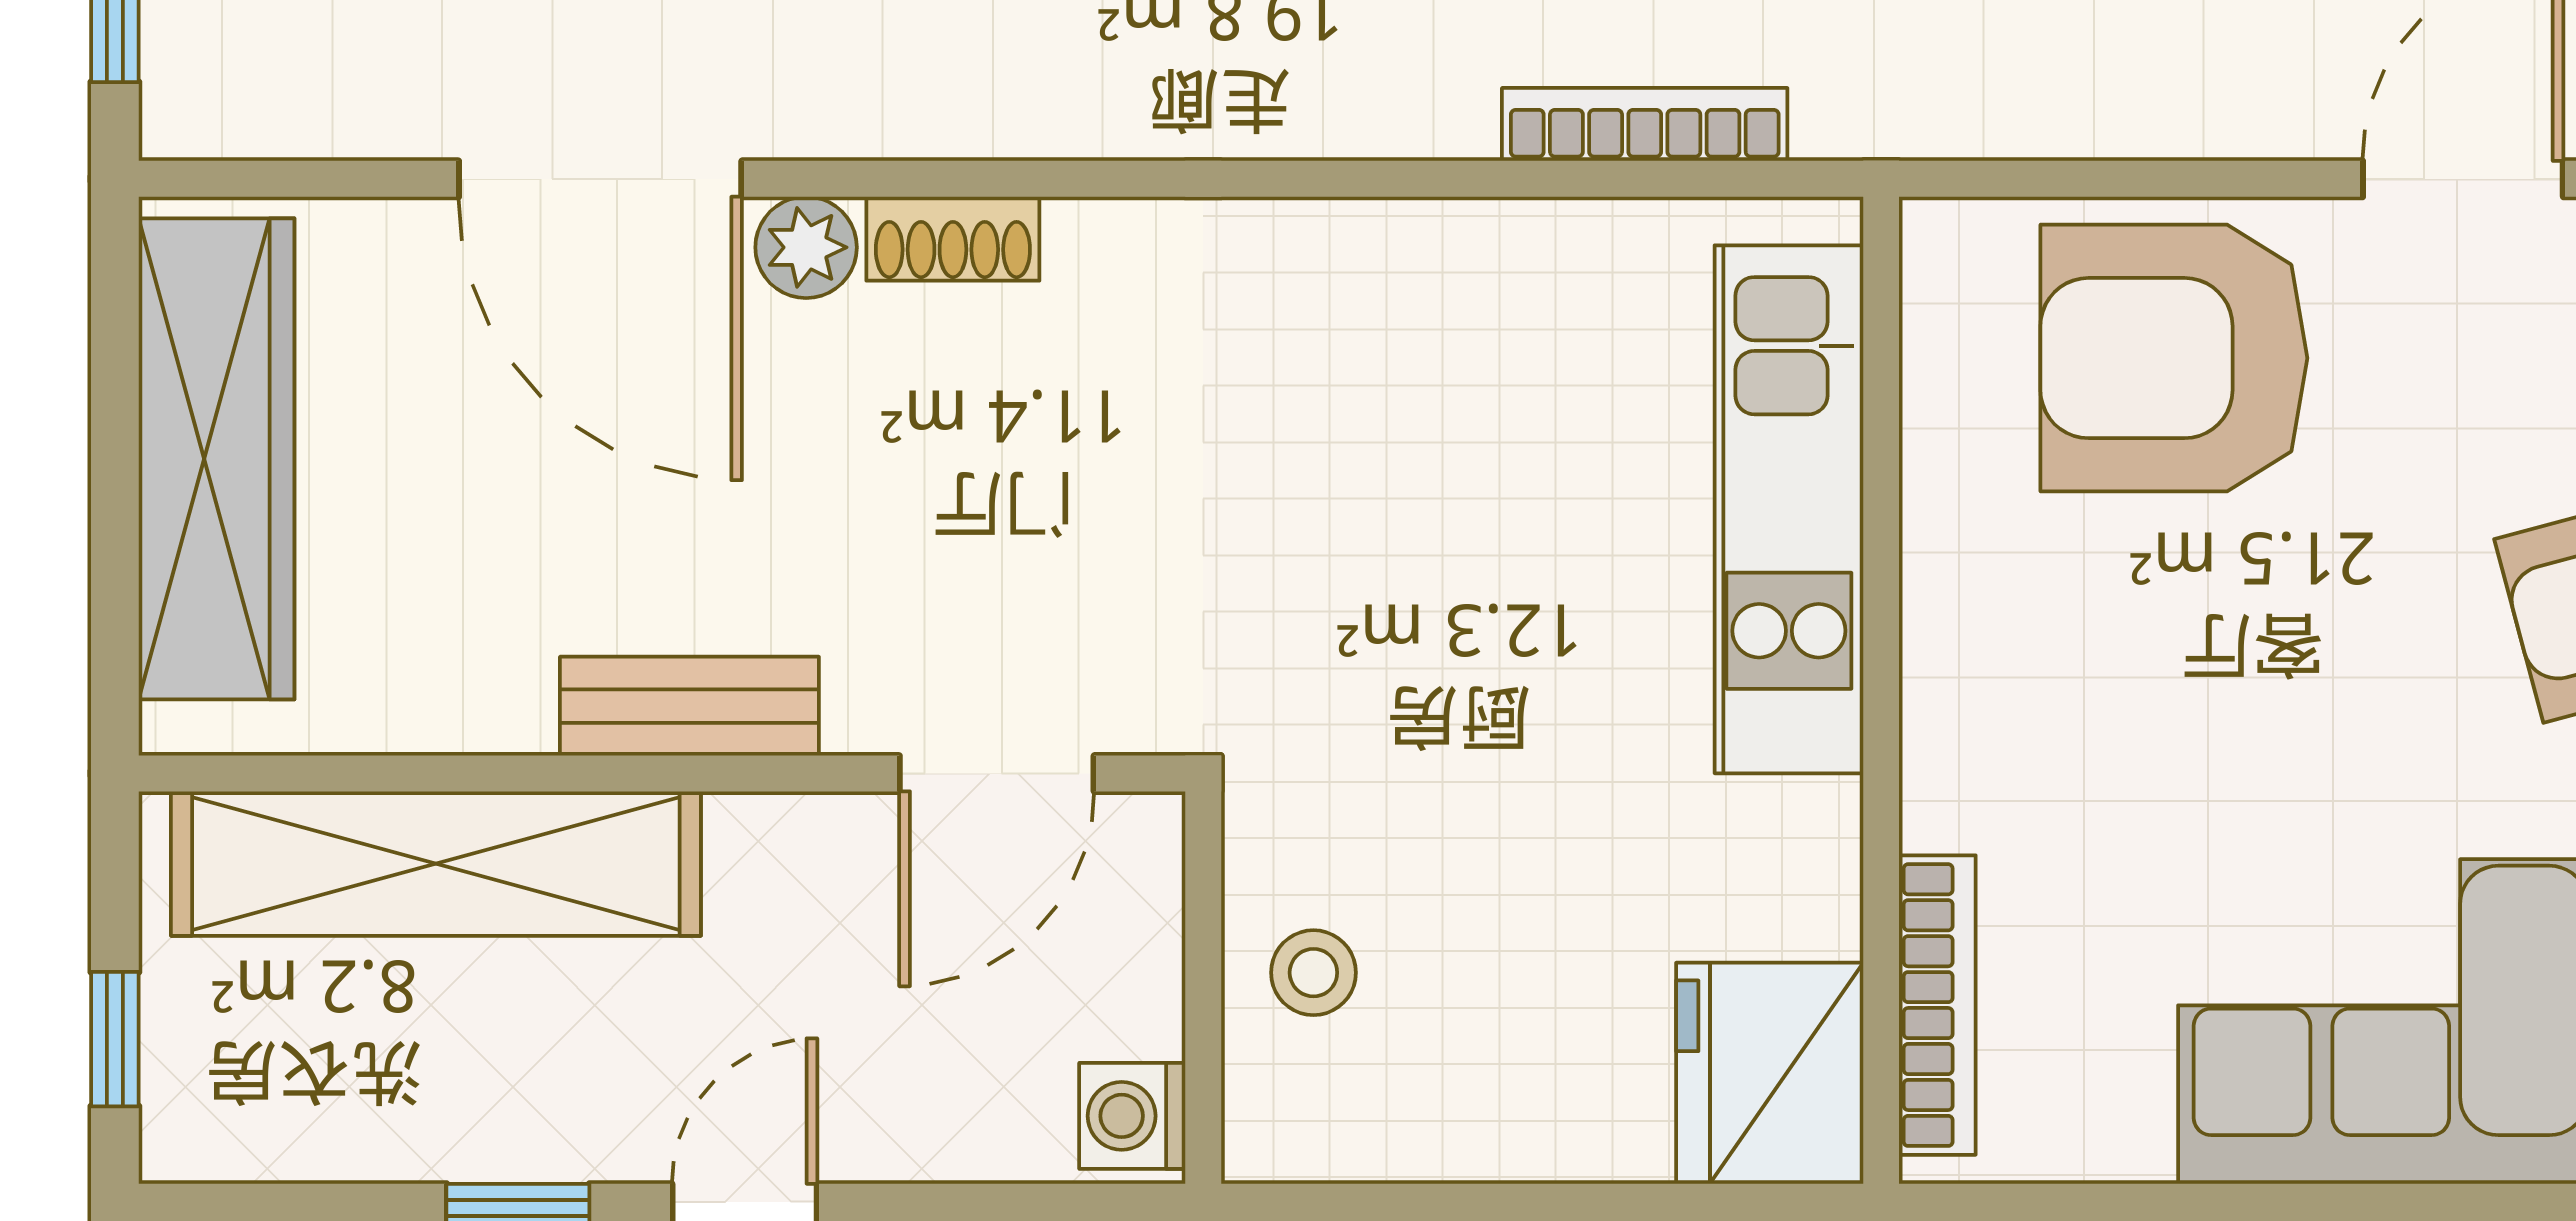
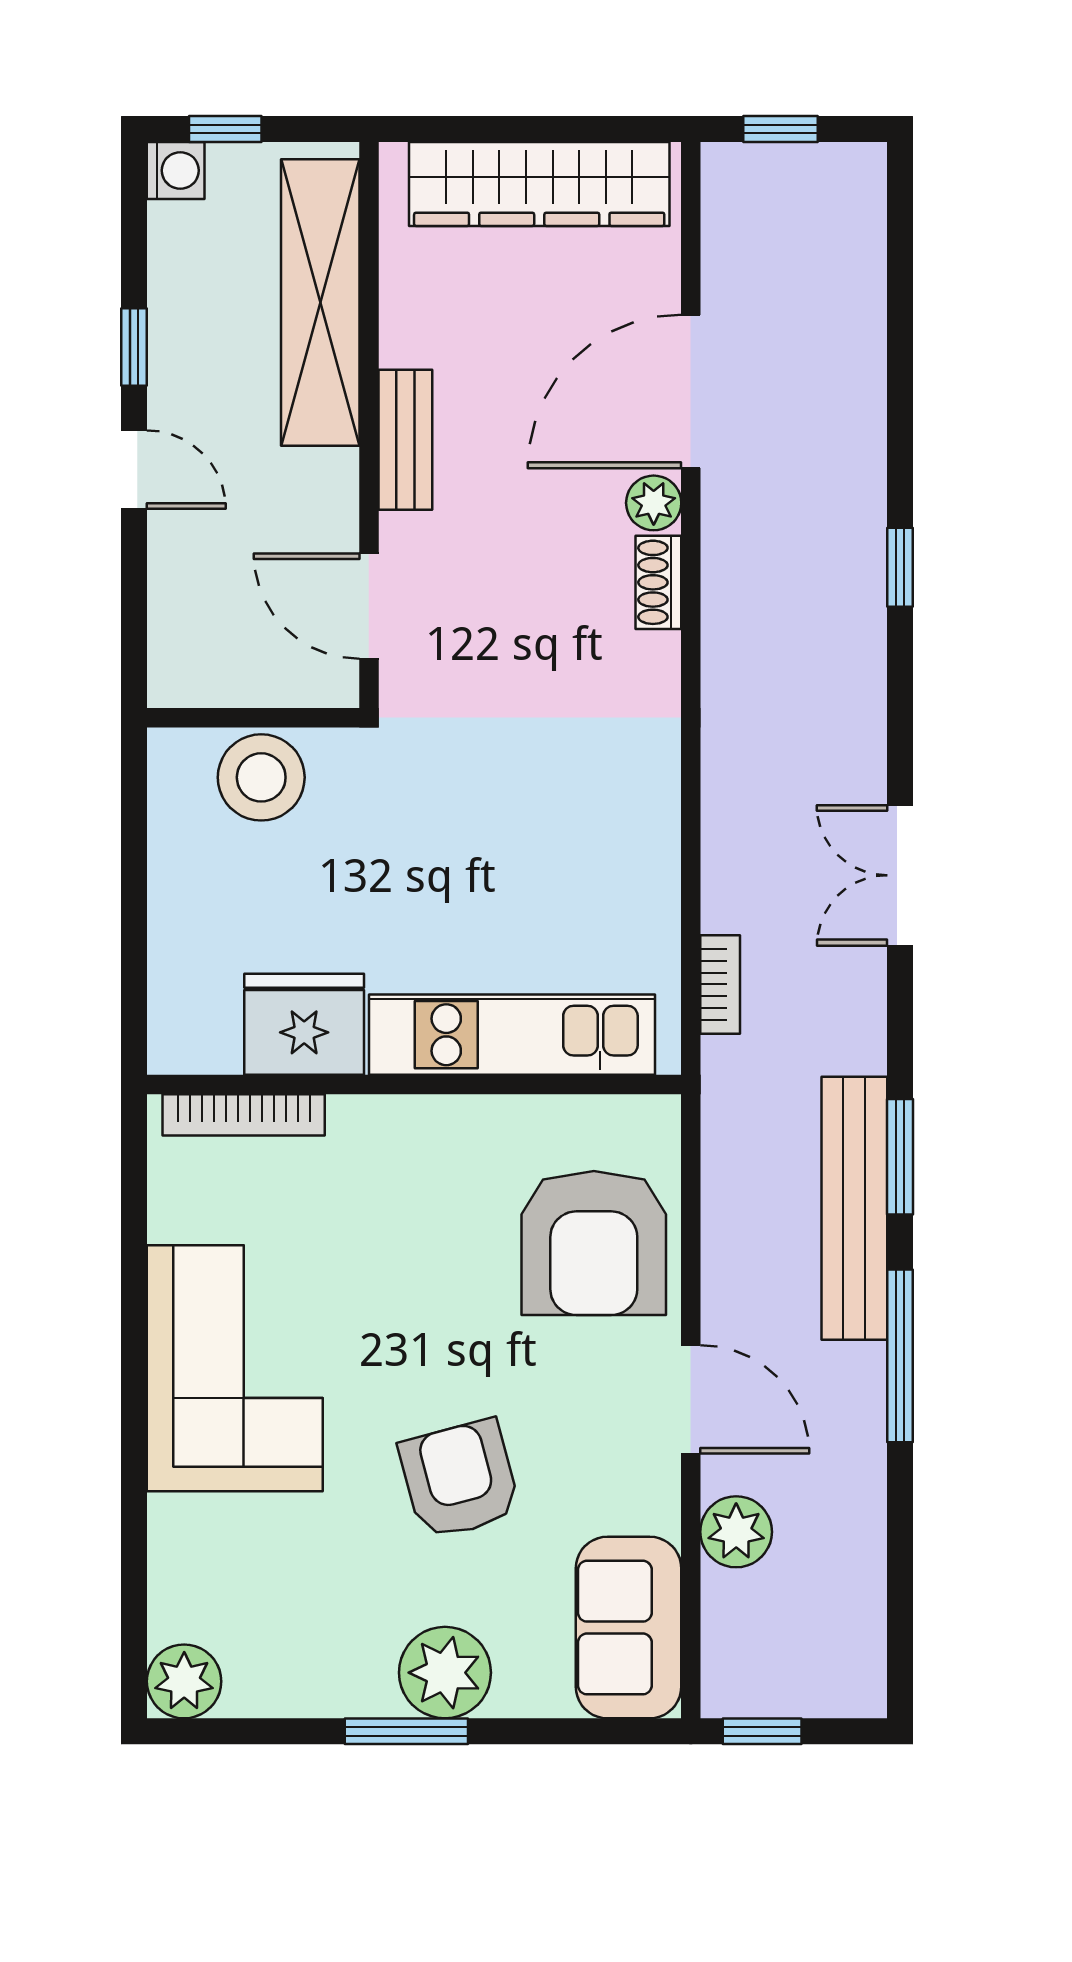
bookcase: (1645, 124) -> (720, 984), width x0.64
armchair: (2174, 358) -> (594, 1243), turned 180
stool: (1313, 973) -> (261, 777), width x1.89, depth x1.89
fridge: (1770, 1073) -> (304, 1024), moved
washing machine: (1132, 1116) -> (176, 170), moved, turned 90

